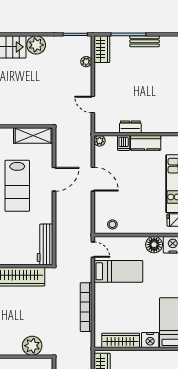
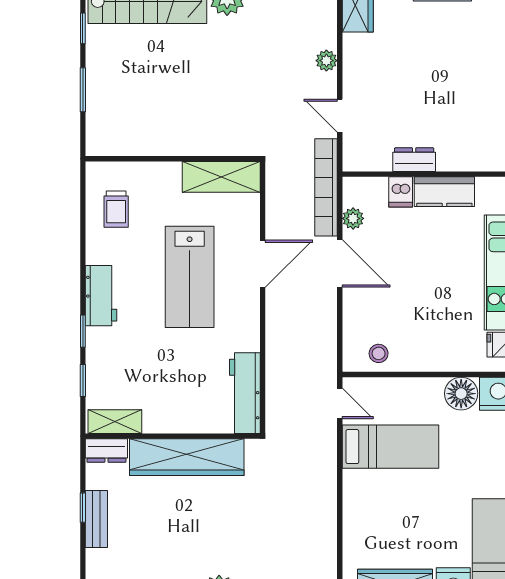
plant: (86, 62) -> (326, 61), moved
plant: (100, 141) -> (353, 218), moved
bookcase: (86, 307) -> (326, 187), moved

